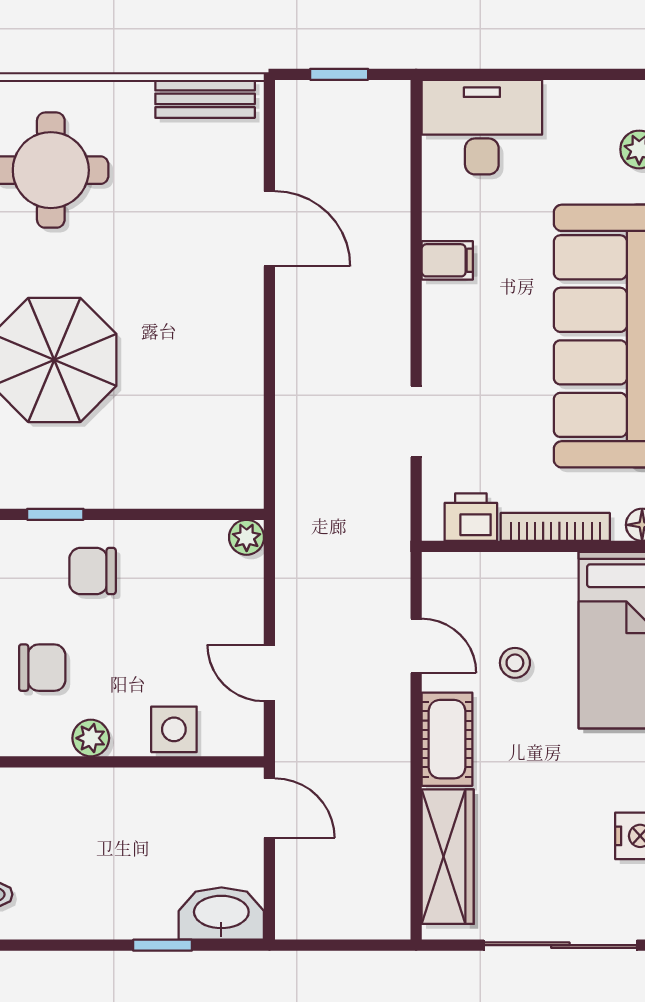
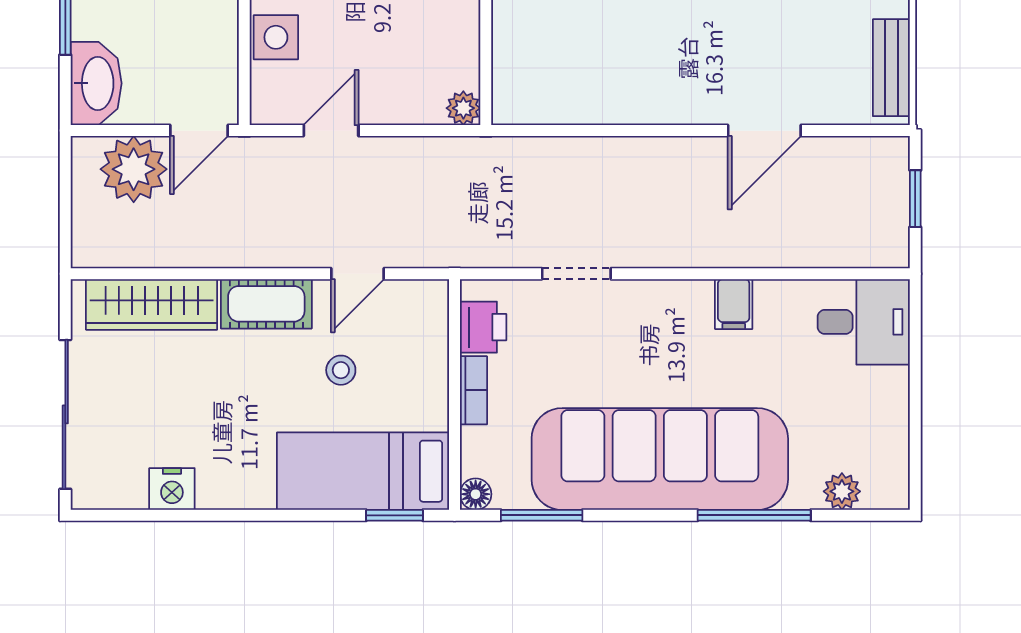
desk: (482, 127) -> (864, 322), width x0.73
bookcase: (555, 527) -> (473, 390), width x0.64
plant: (309, 875) -> (134, 169), added

